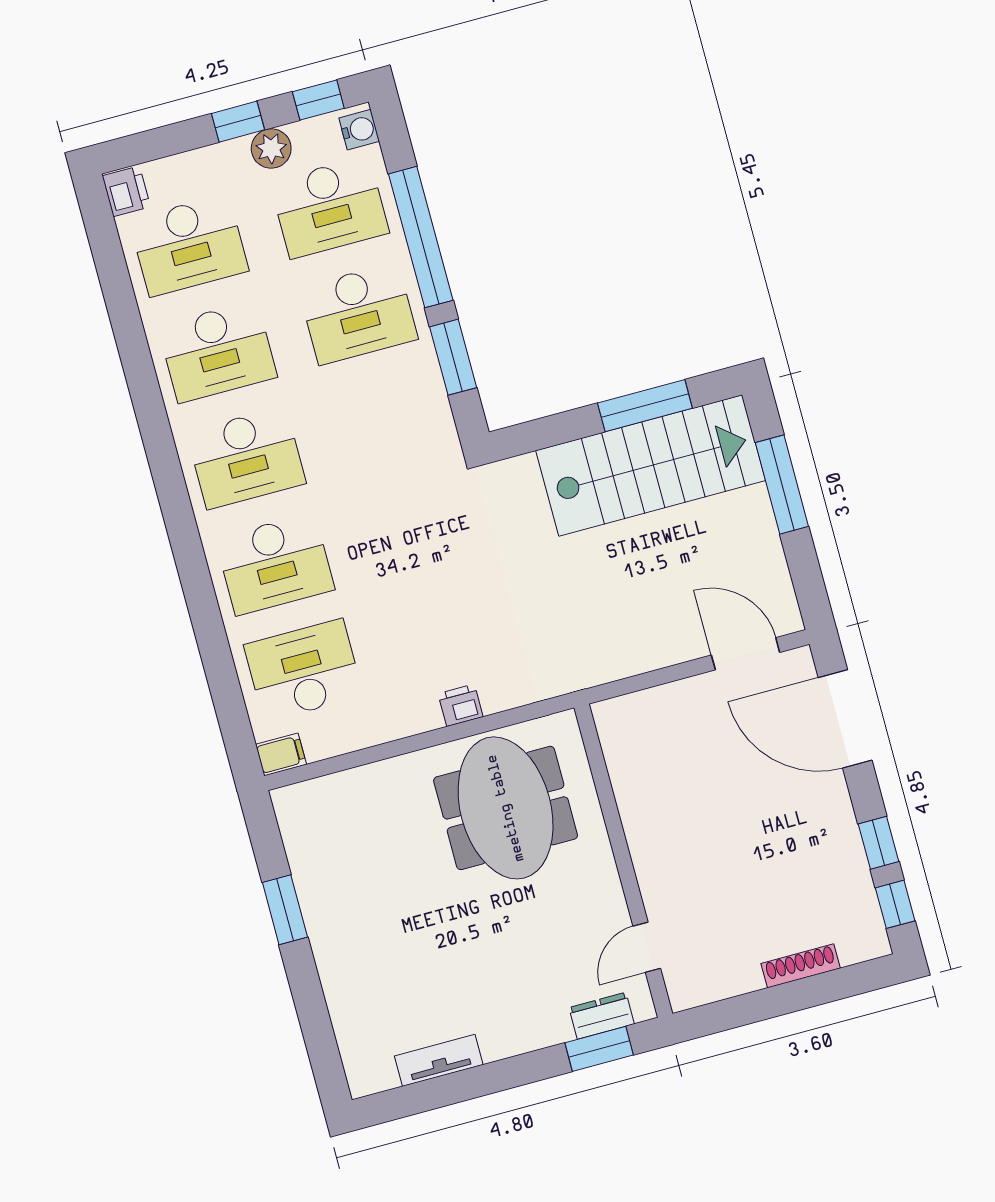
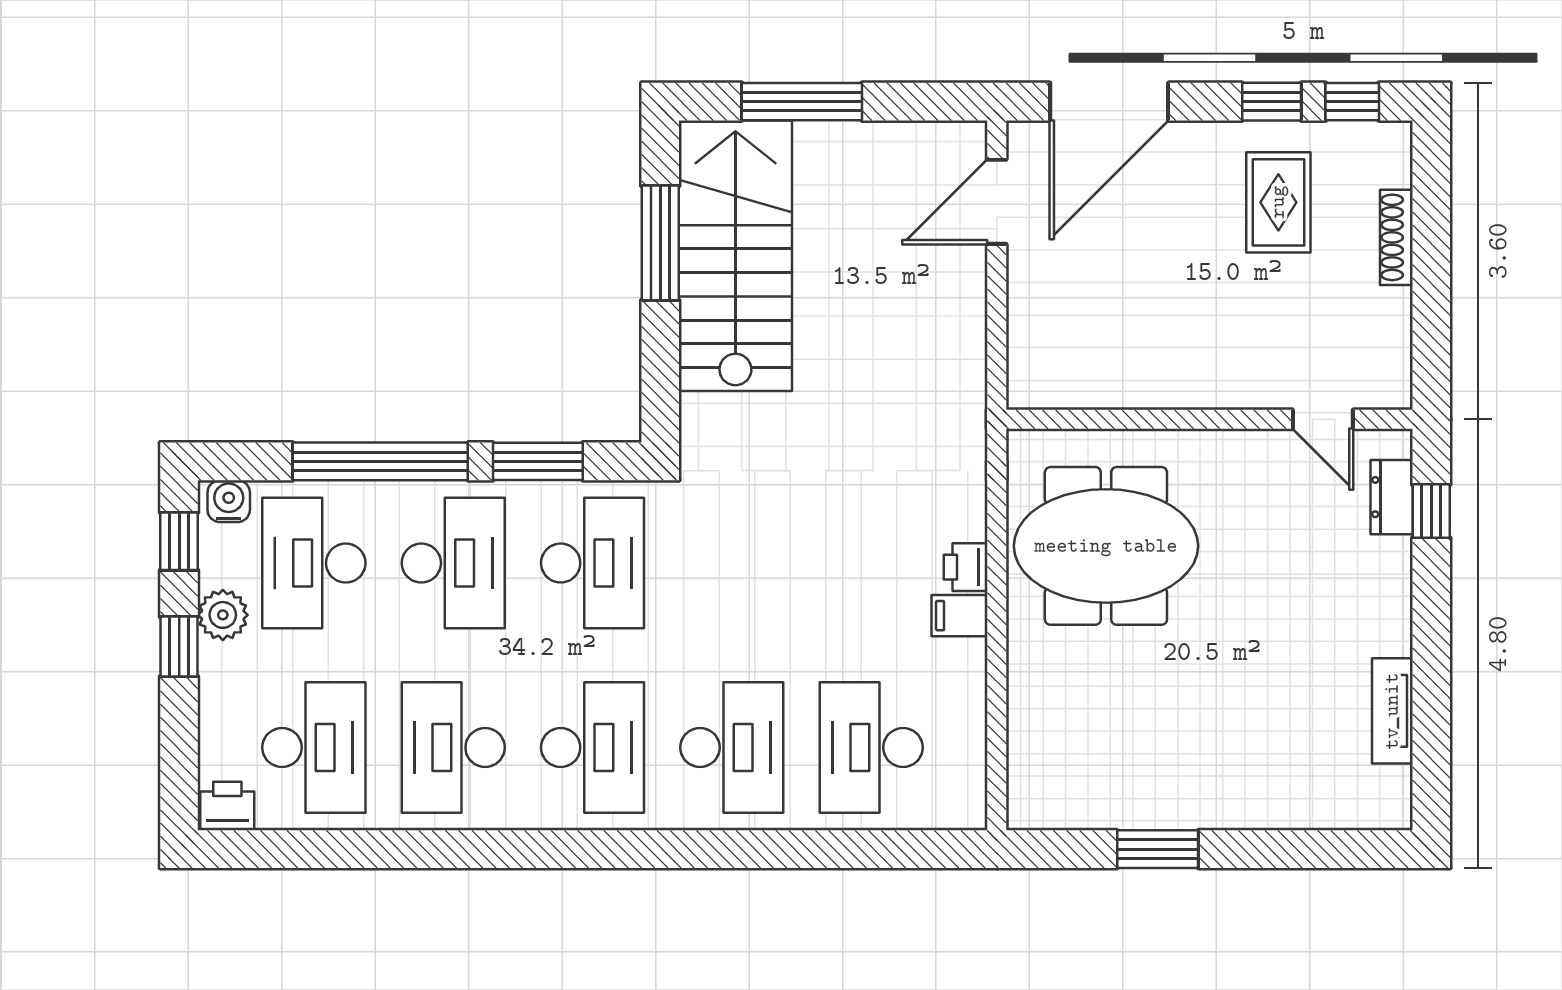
desk: (330, 207) -> (314, 563), turned 180
desk: (217, 352) -> (453, 747), turned 180
desk: (387, 420) -> (593, 563), added
filing cabinet: (281, 754) -> (960, 616), moved, turned -90
rug: (803, 869) -> (1278, 202), added
window: (599, 1049) -> (1431, 511), width x0.67

